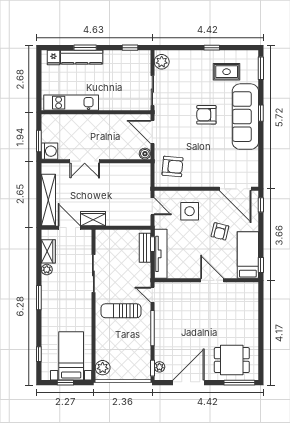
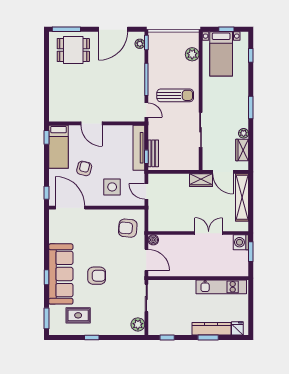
plant: (103, 368) -> (192, 54), moved

